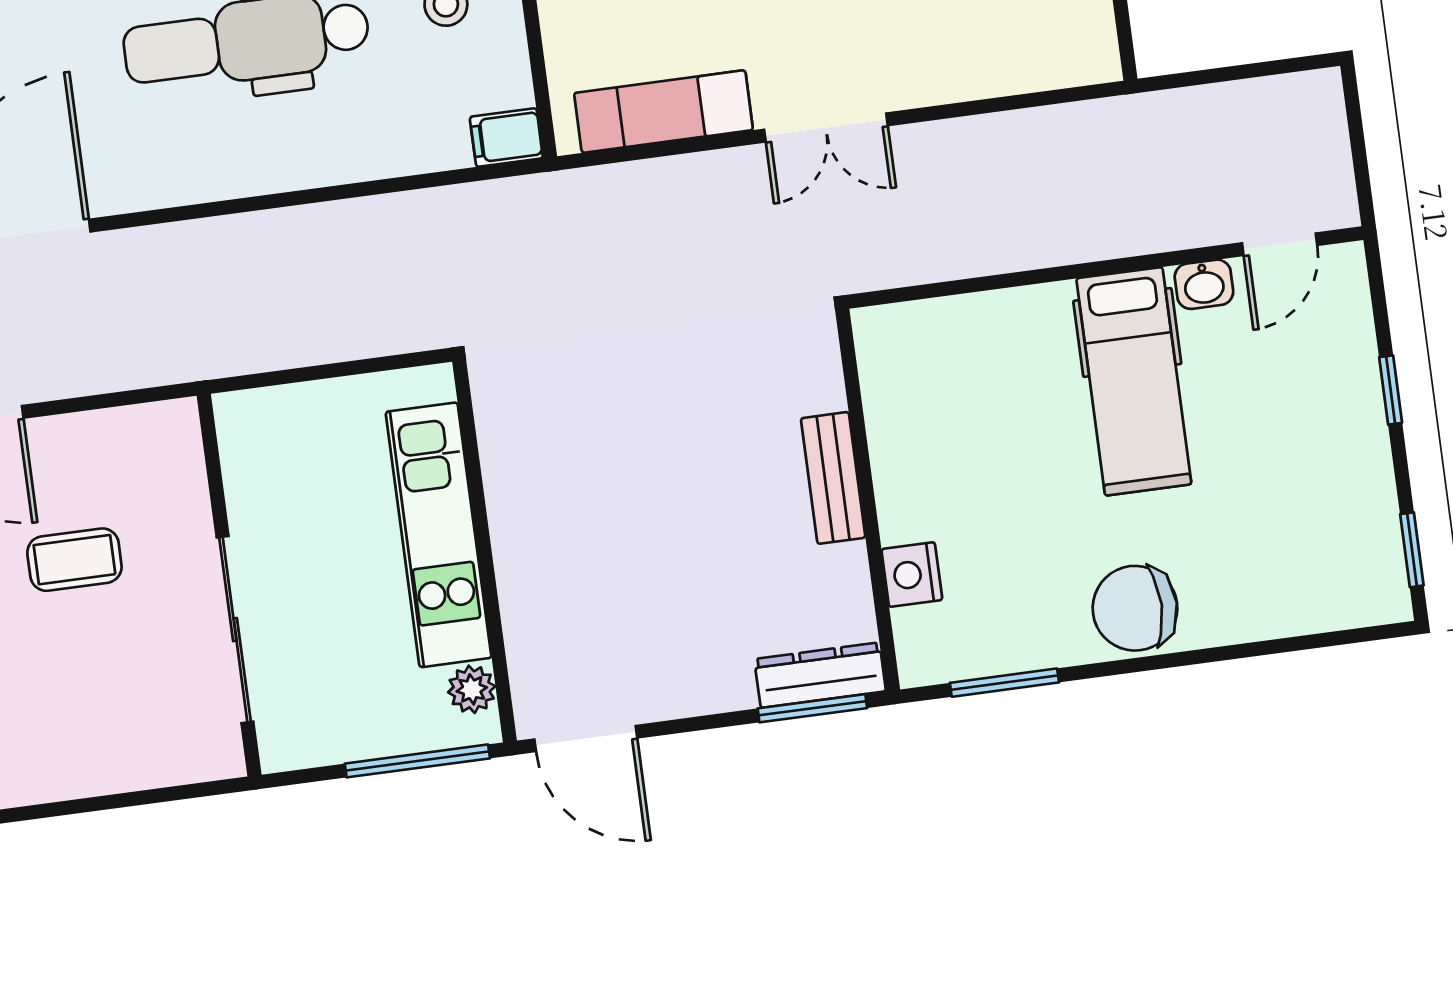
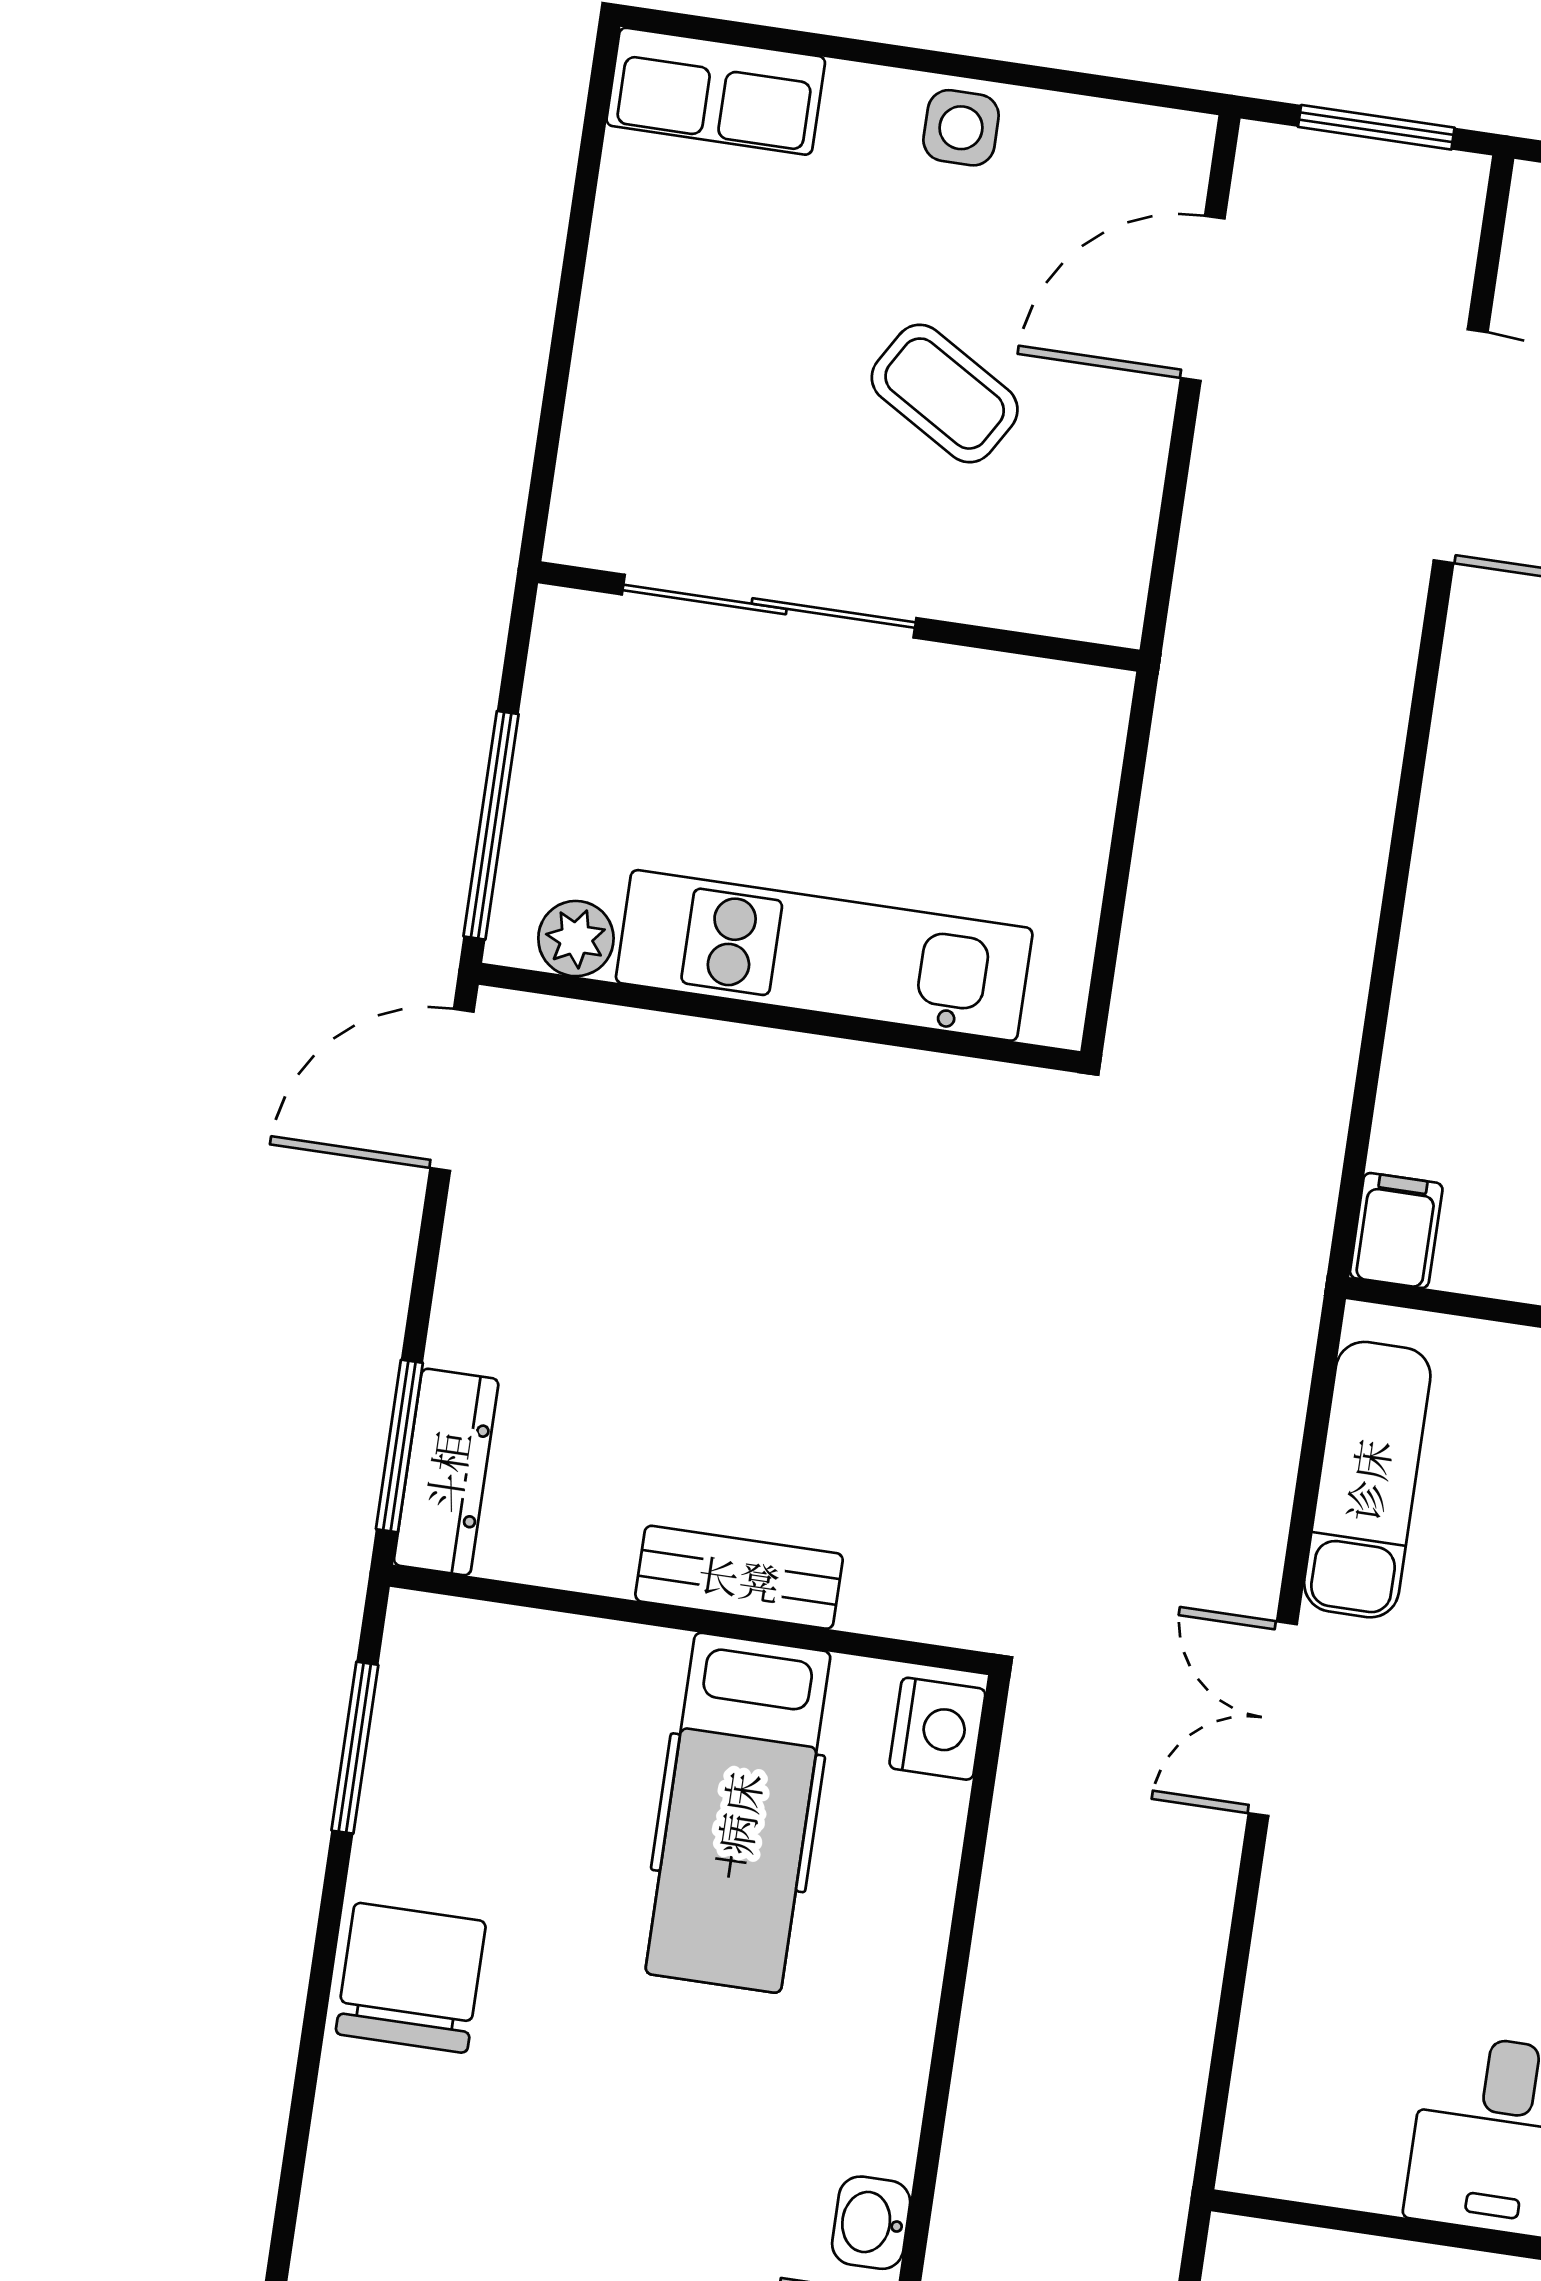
hospital bed: (1134, 381) -> (738, 1813), moved, turned -90
coffee table: (74, 560) -> (945, 394), turned -59
nightstand: (912, 575) -> (937, 1729), moved, turned 90

